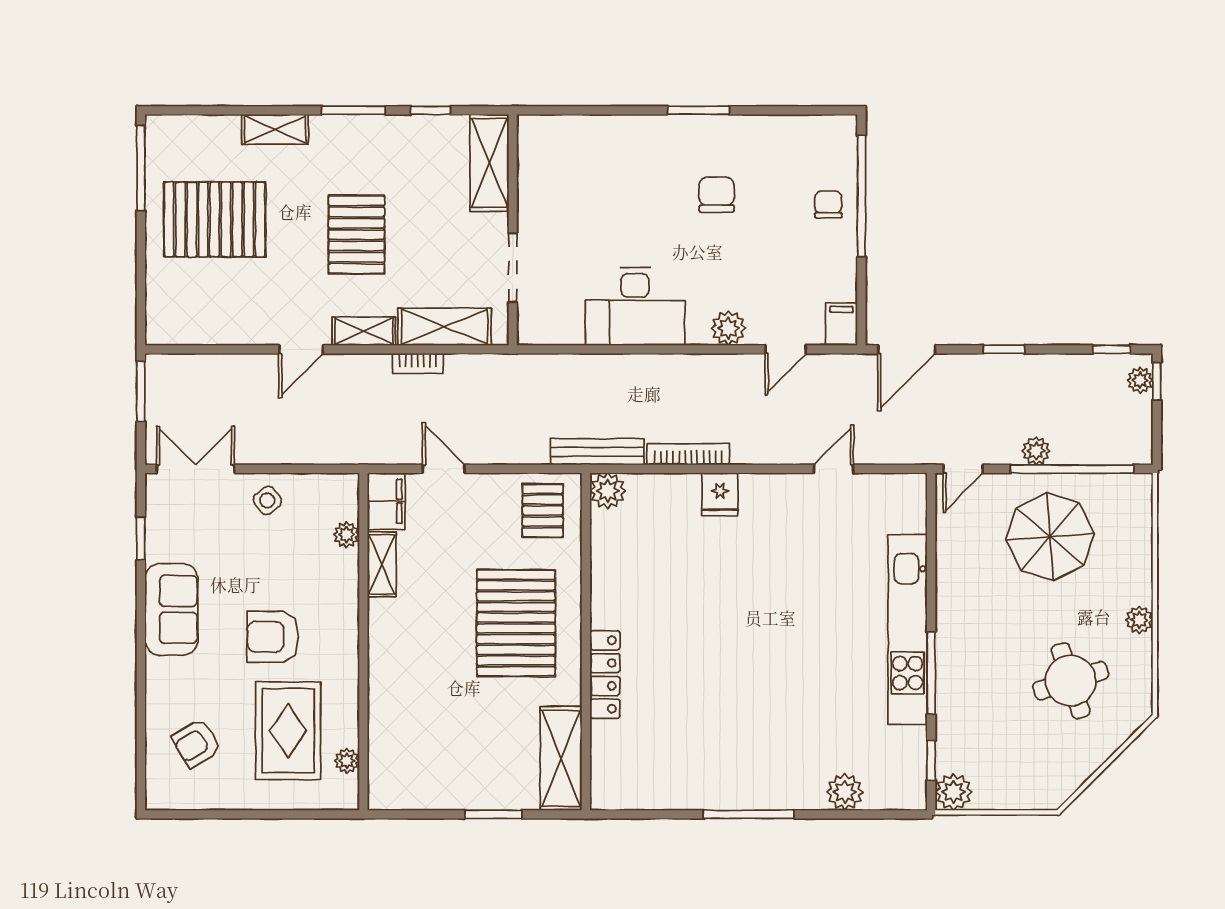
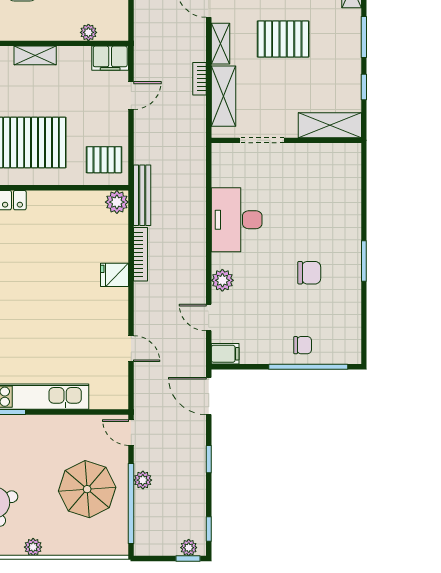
shelving: (382, 564) -> (35, 55), moved

